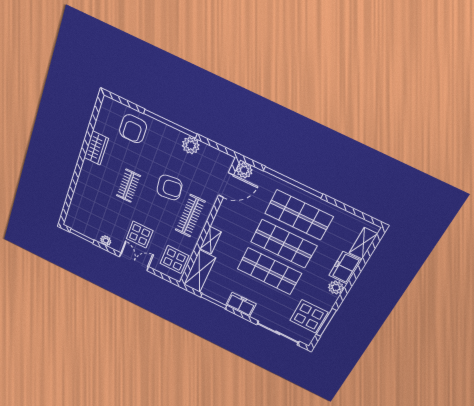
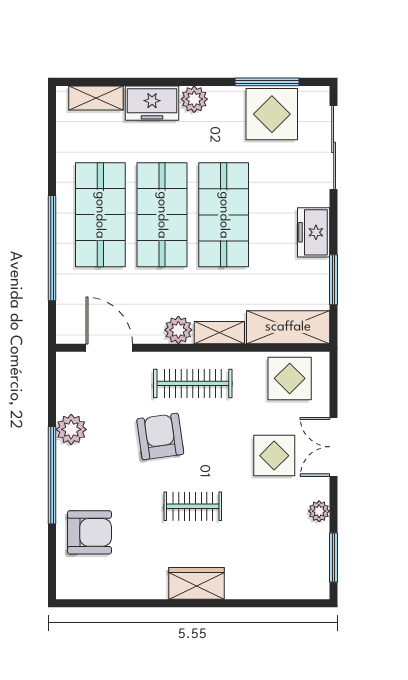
wardrobe: (96, 148) -> (197, 583), moved
plant: (244, 170) -> (178, 330), moved

